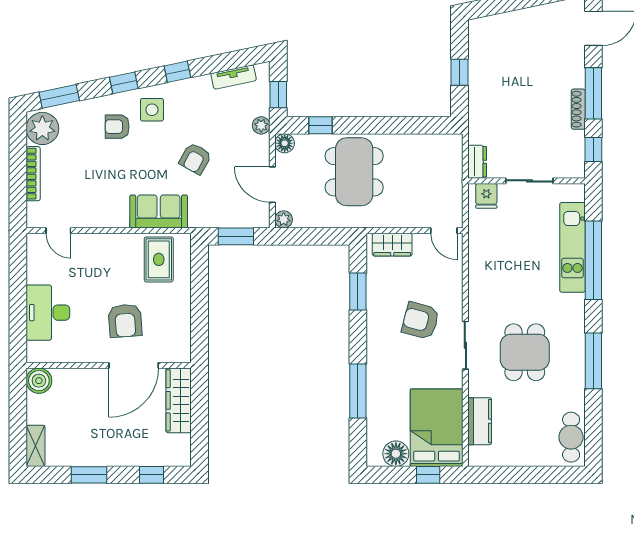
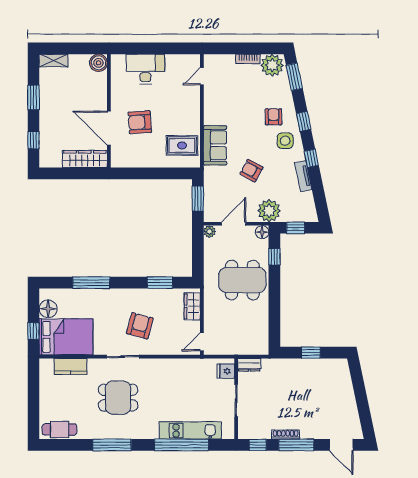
tv unit: (234, 77) -> (303, 176), moved
plant: (261, 125) -> (269, 211), width x1.88, depth x1.88
bookcase: (33, 174) -> (248, 59), width x0.64

